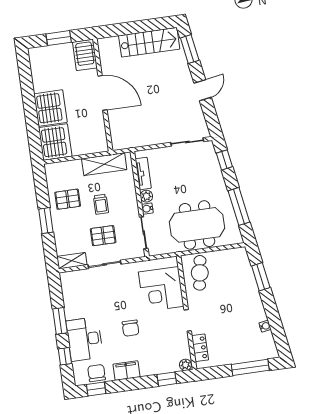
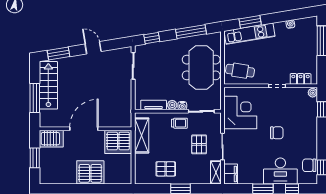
window: (131, 28) -> (35, 98), added
server rack: (55, 142) -> (118, 142), moved, turned 180
pallet: (68, 199) -> (166, 169), turned 90
trolley: (101, 204) -> (179, 123), moved
kitchen unit: (246, 278) -> (249, 34), added
corner desk: (161, 289) -> (240, 113), moved, turned -90
filing cabinet: (126, 371) -> (231, 174), moved, turned 180

